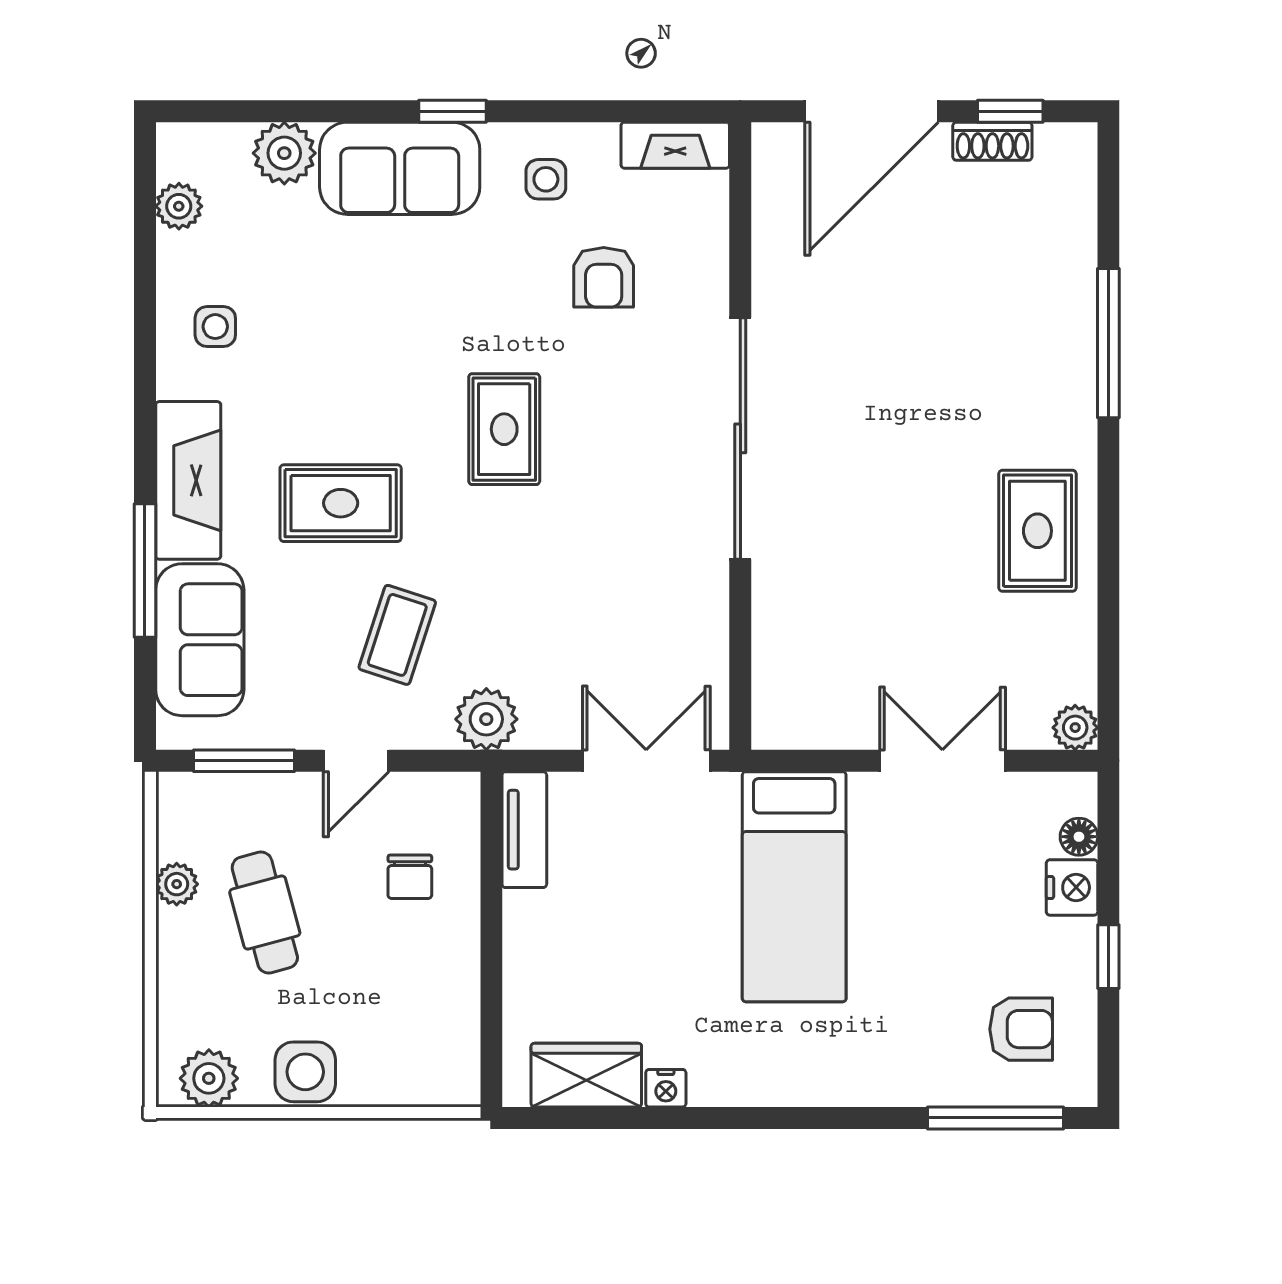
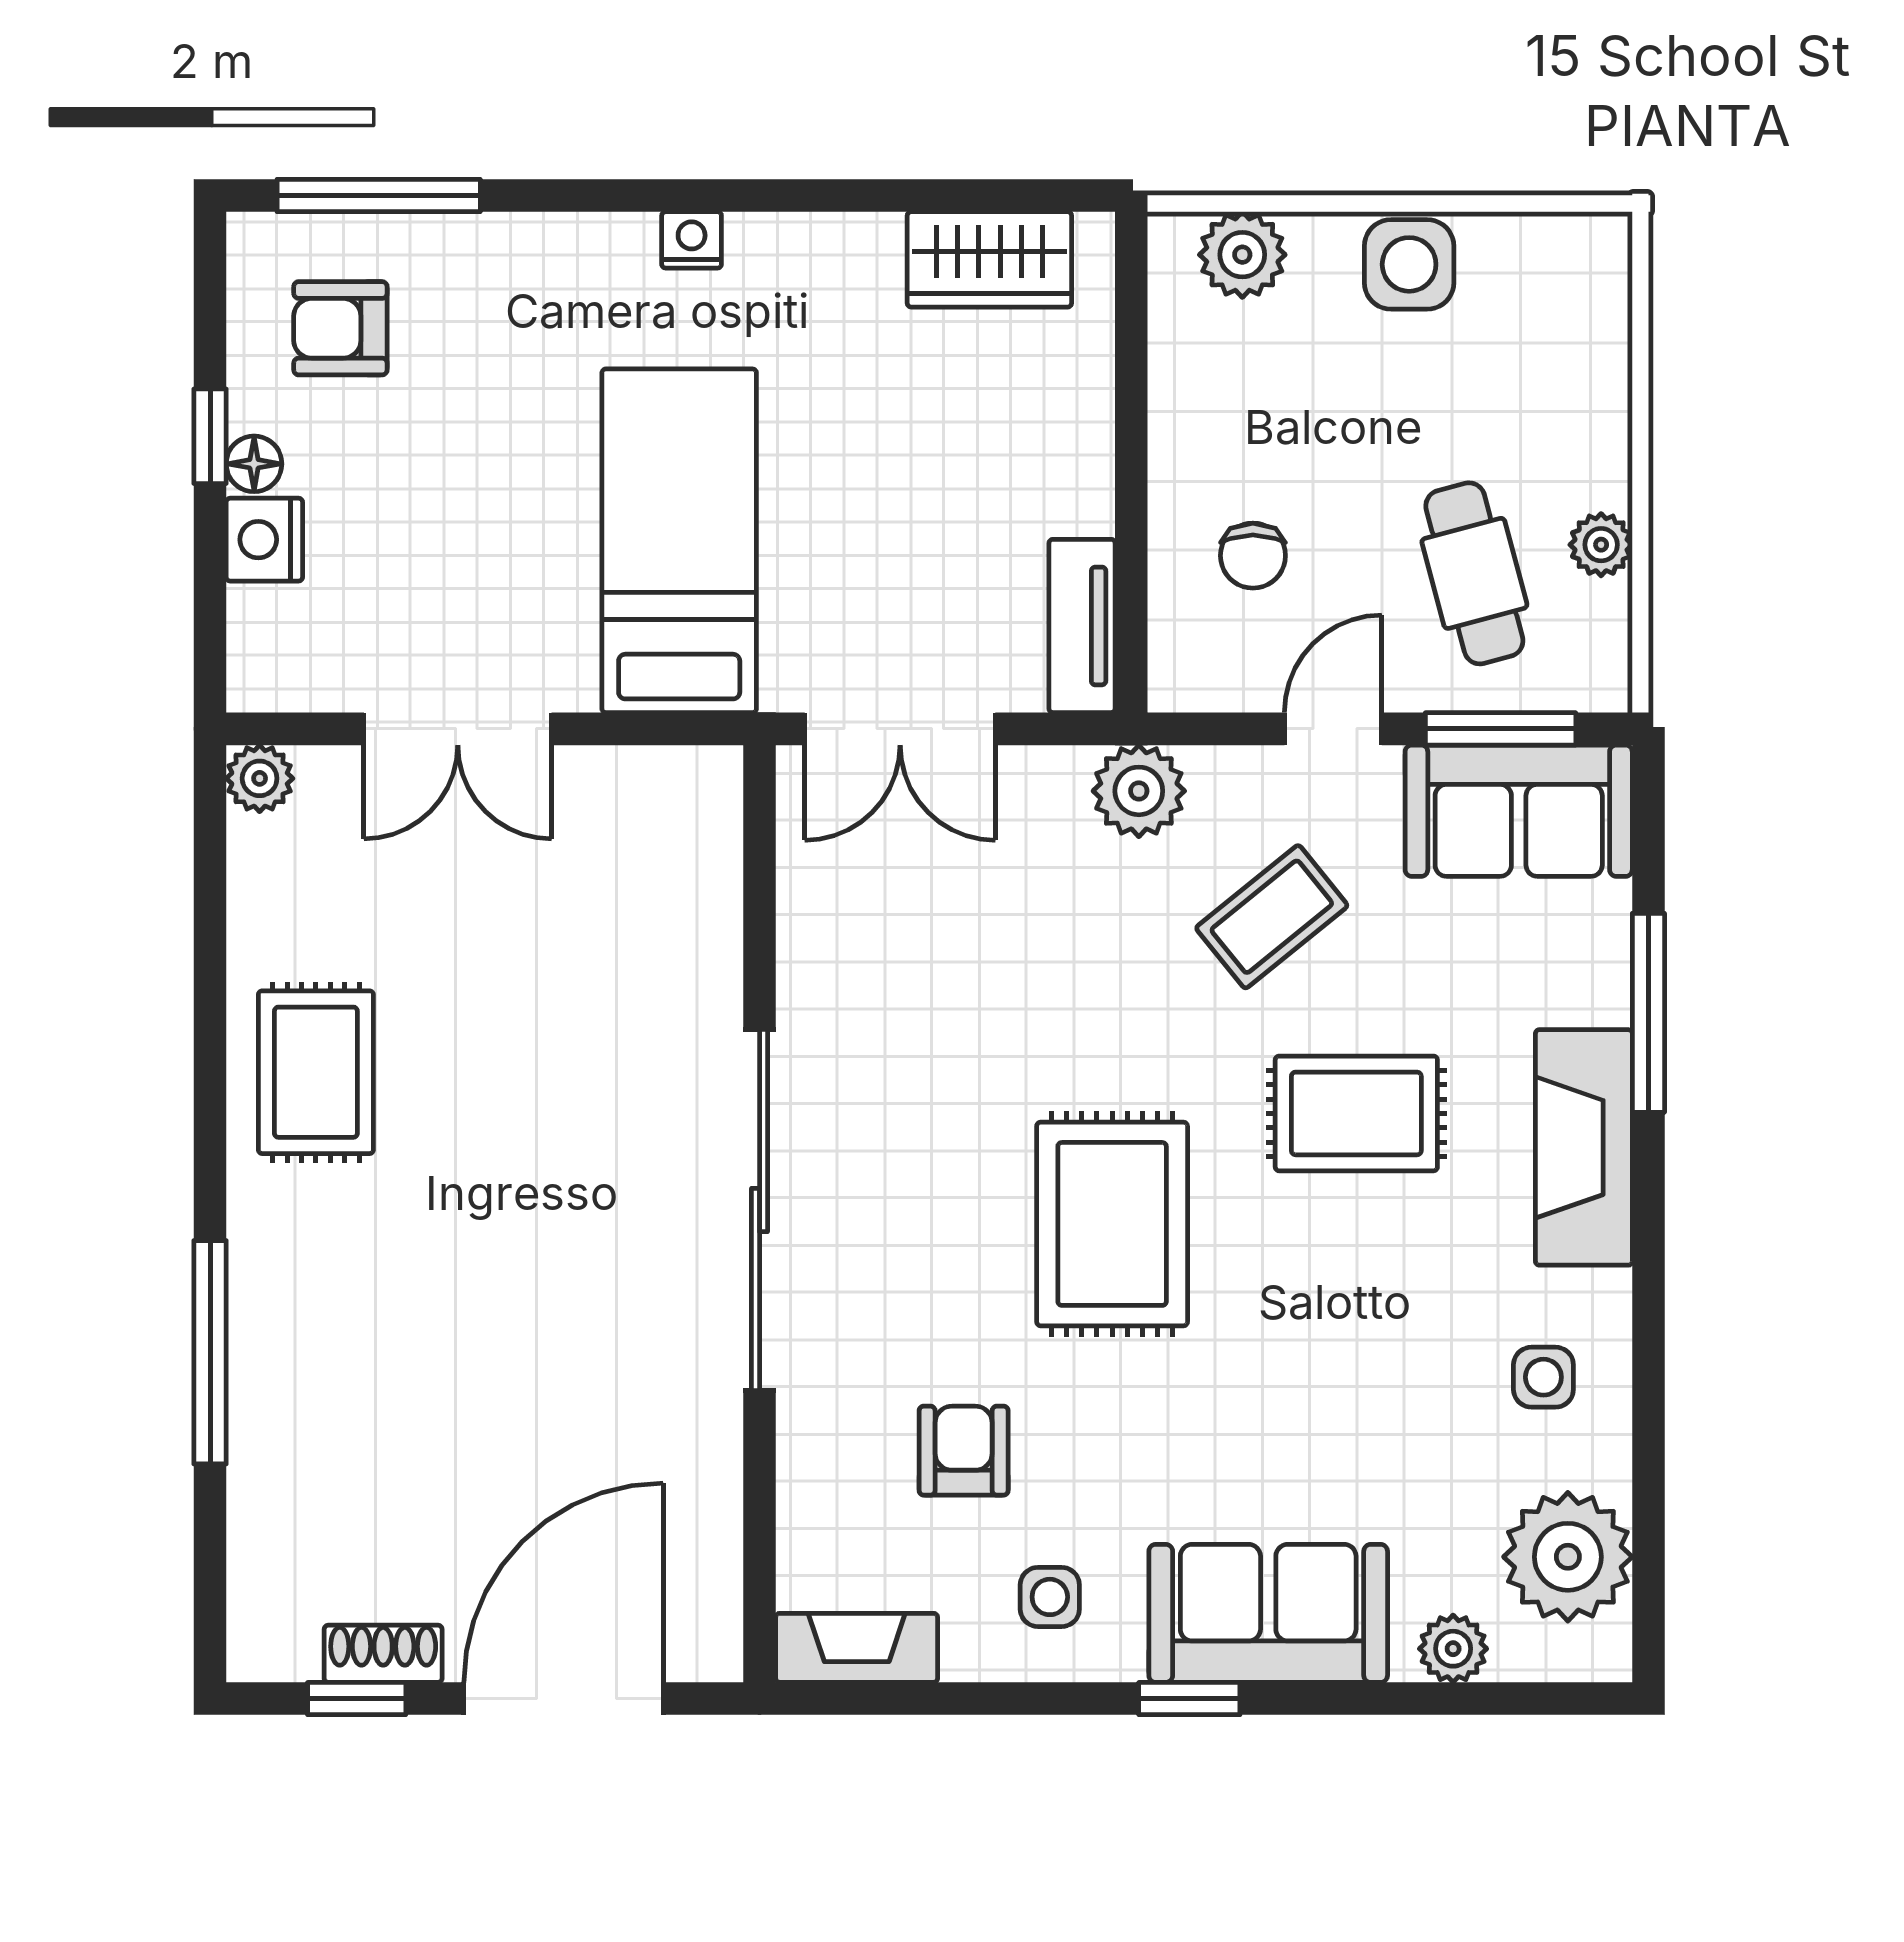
plant: (284, 153) -> (1453, 1649), width x0.73, depth x0.73
plant: (179, 206) -> (1568, 1557), width x1.87, depth x1.87
rug: (504, 429) -> (1112, 1224), width x1.36, depth x1.43
coffee table: (397, 635) -> (1272, 917), turned 33
sofa: (200, 640) -> (1519, 811), moved, turned -90
floor lamp: (1079, 837) -> (254, 464), moved
chair: (410, 877) -> (1253, 556), turned 180
cafe table: (265, 913) -> (1474, 573), moved
plant: (209, 1078) -> (1242, 255), moved
nightstand: (666, 1088) -> (692, 240), moved

